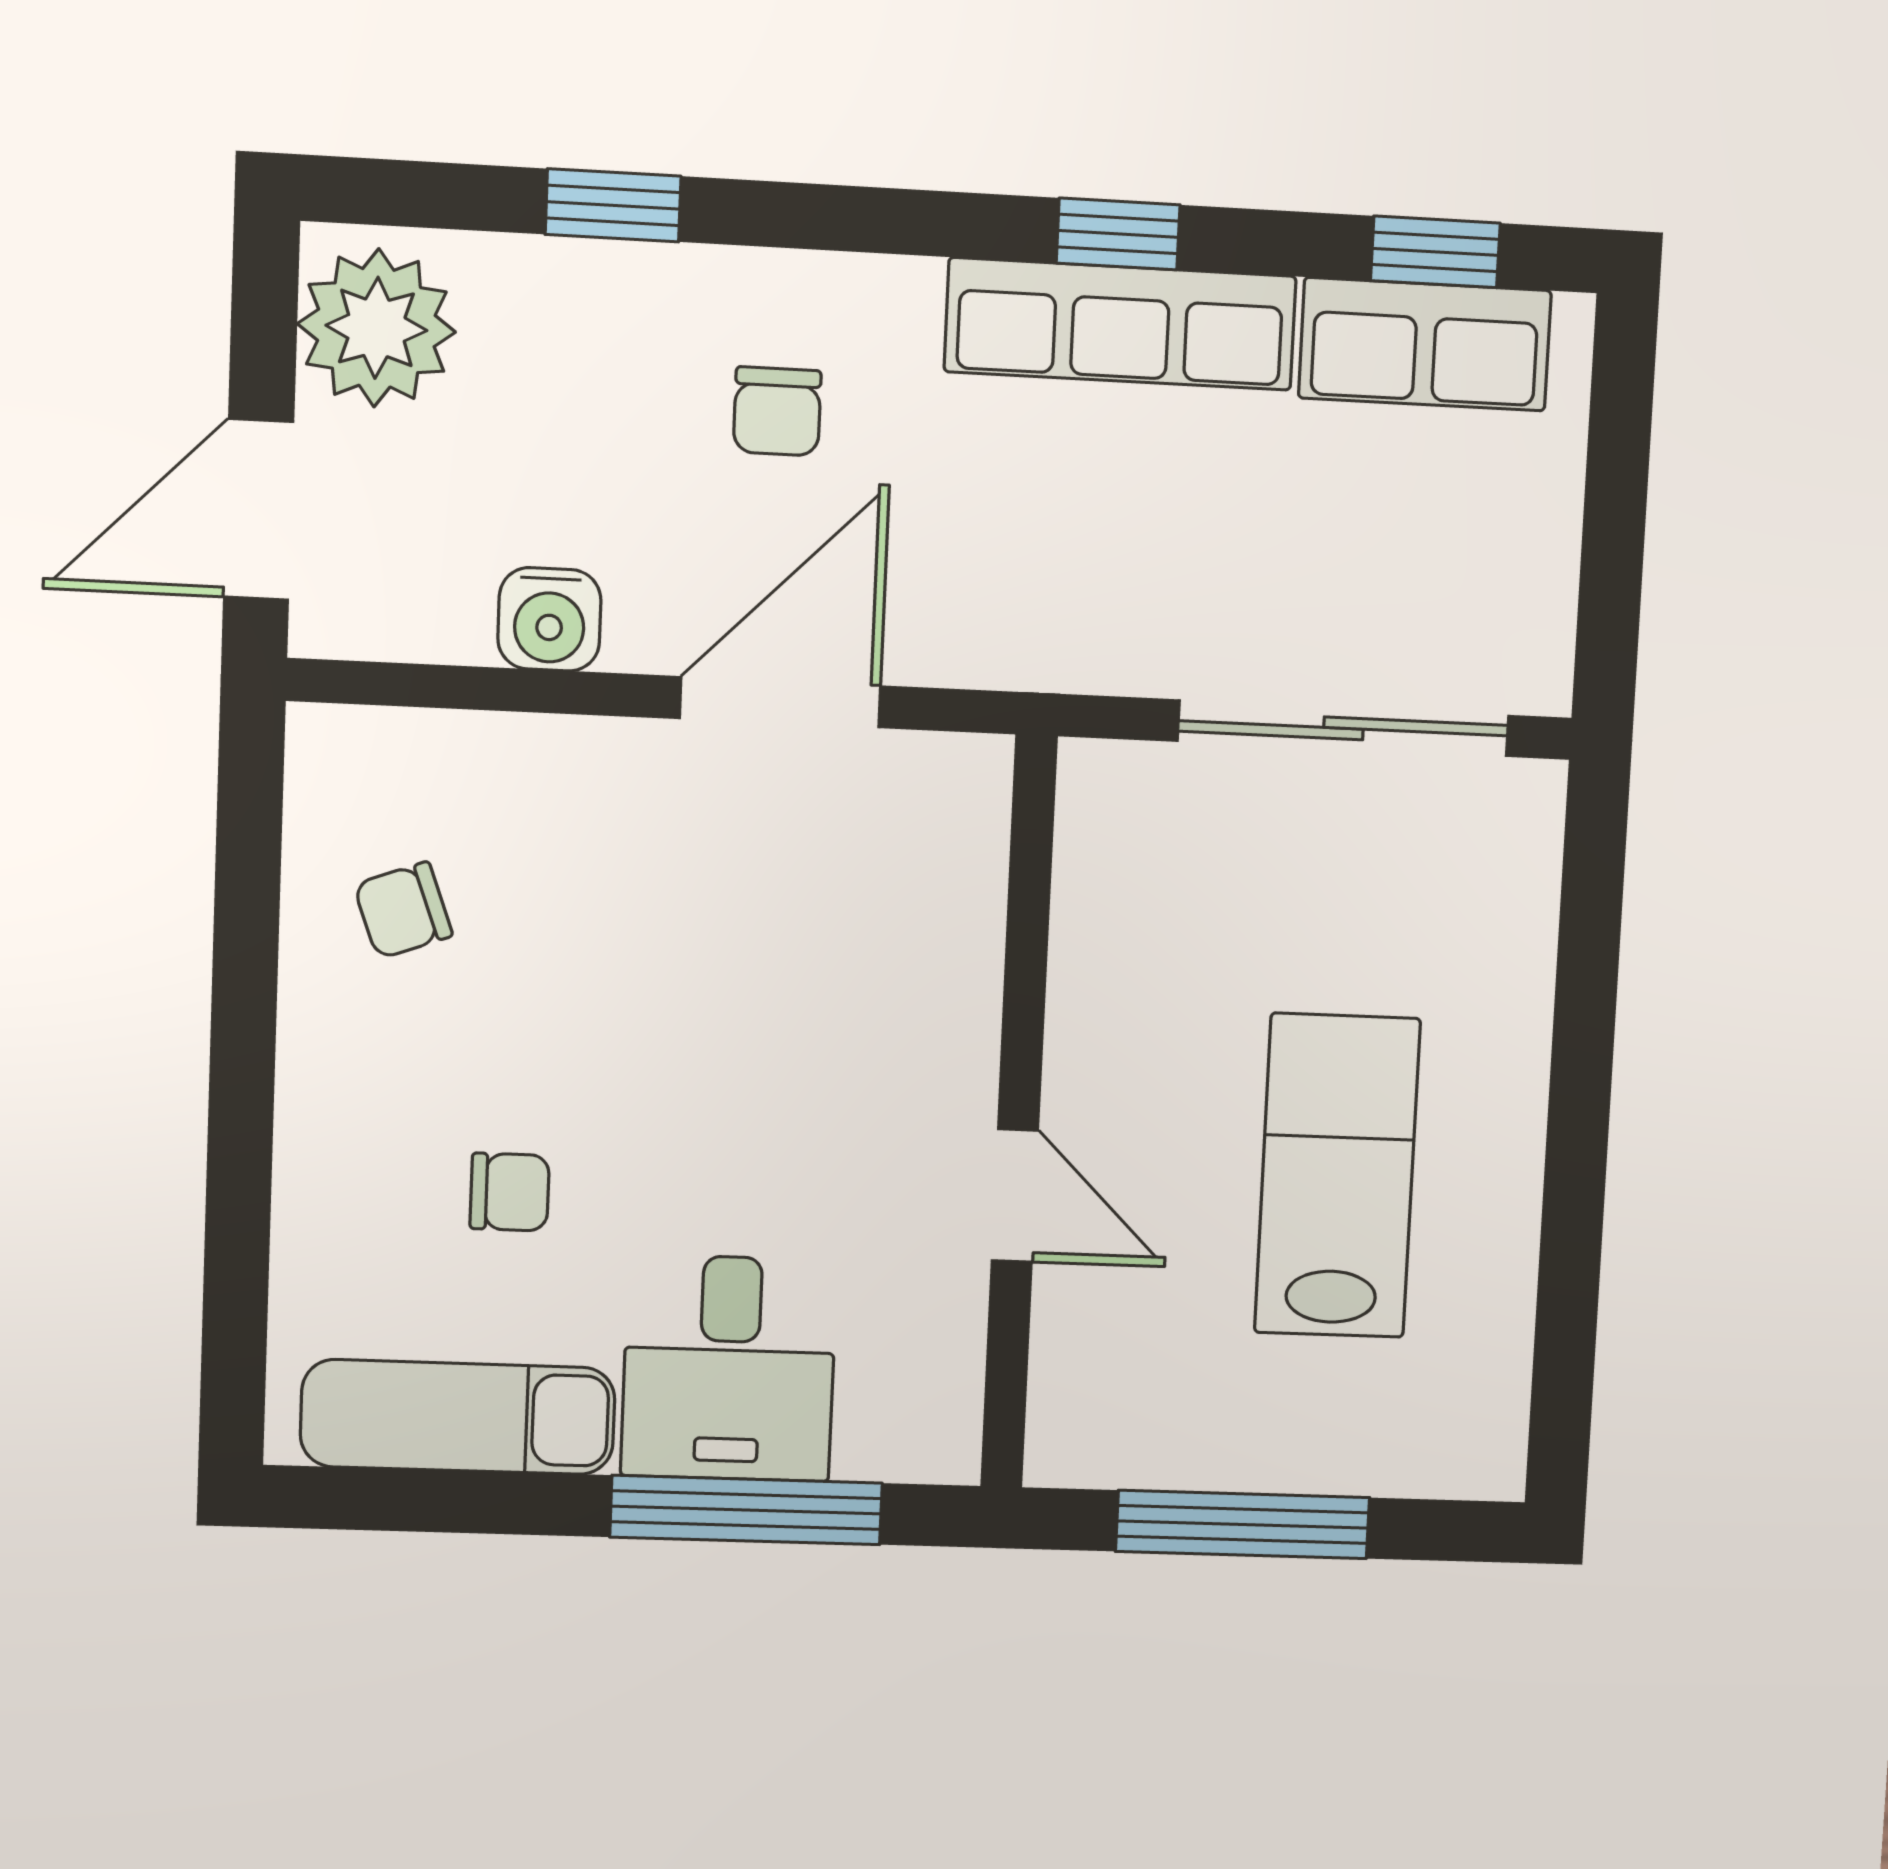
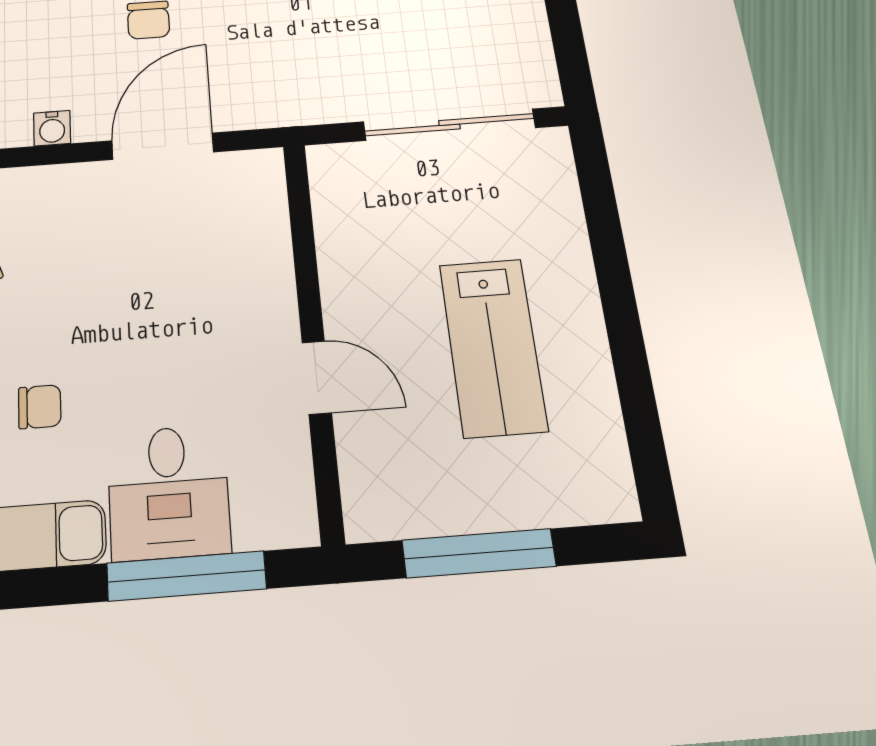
water cooler: (549, 619) -> (52, 128), width x0.72, depth x0.72
lab bench: (1337, 1176) -> (493, 347), turned 180

